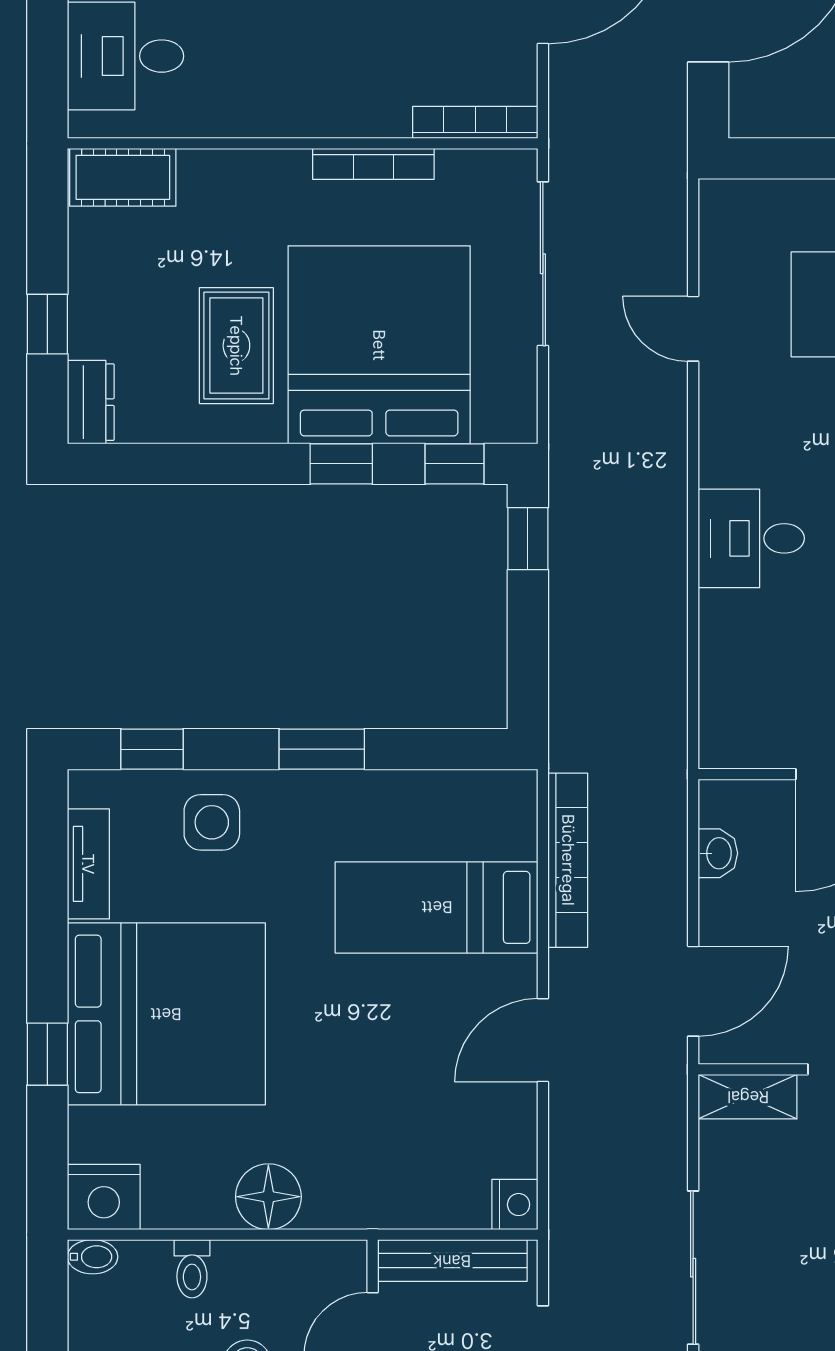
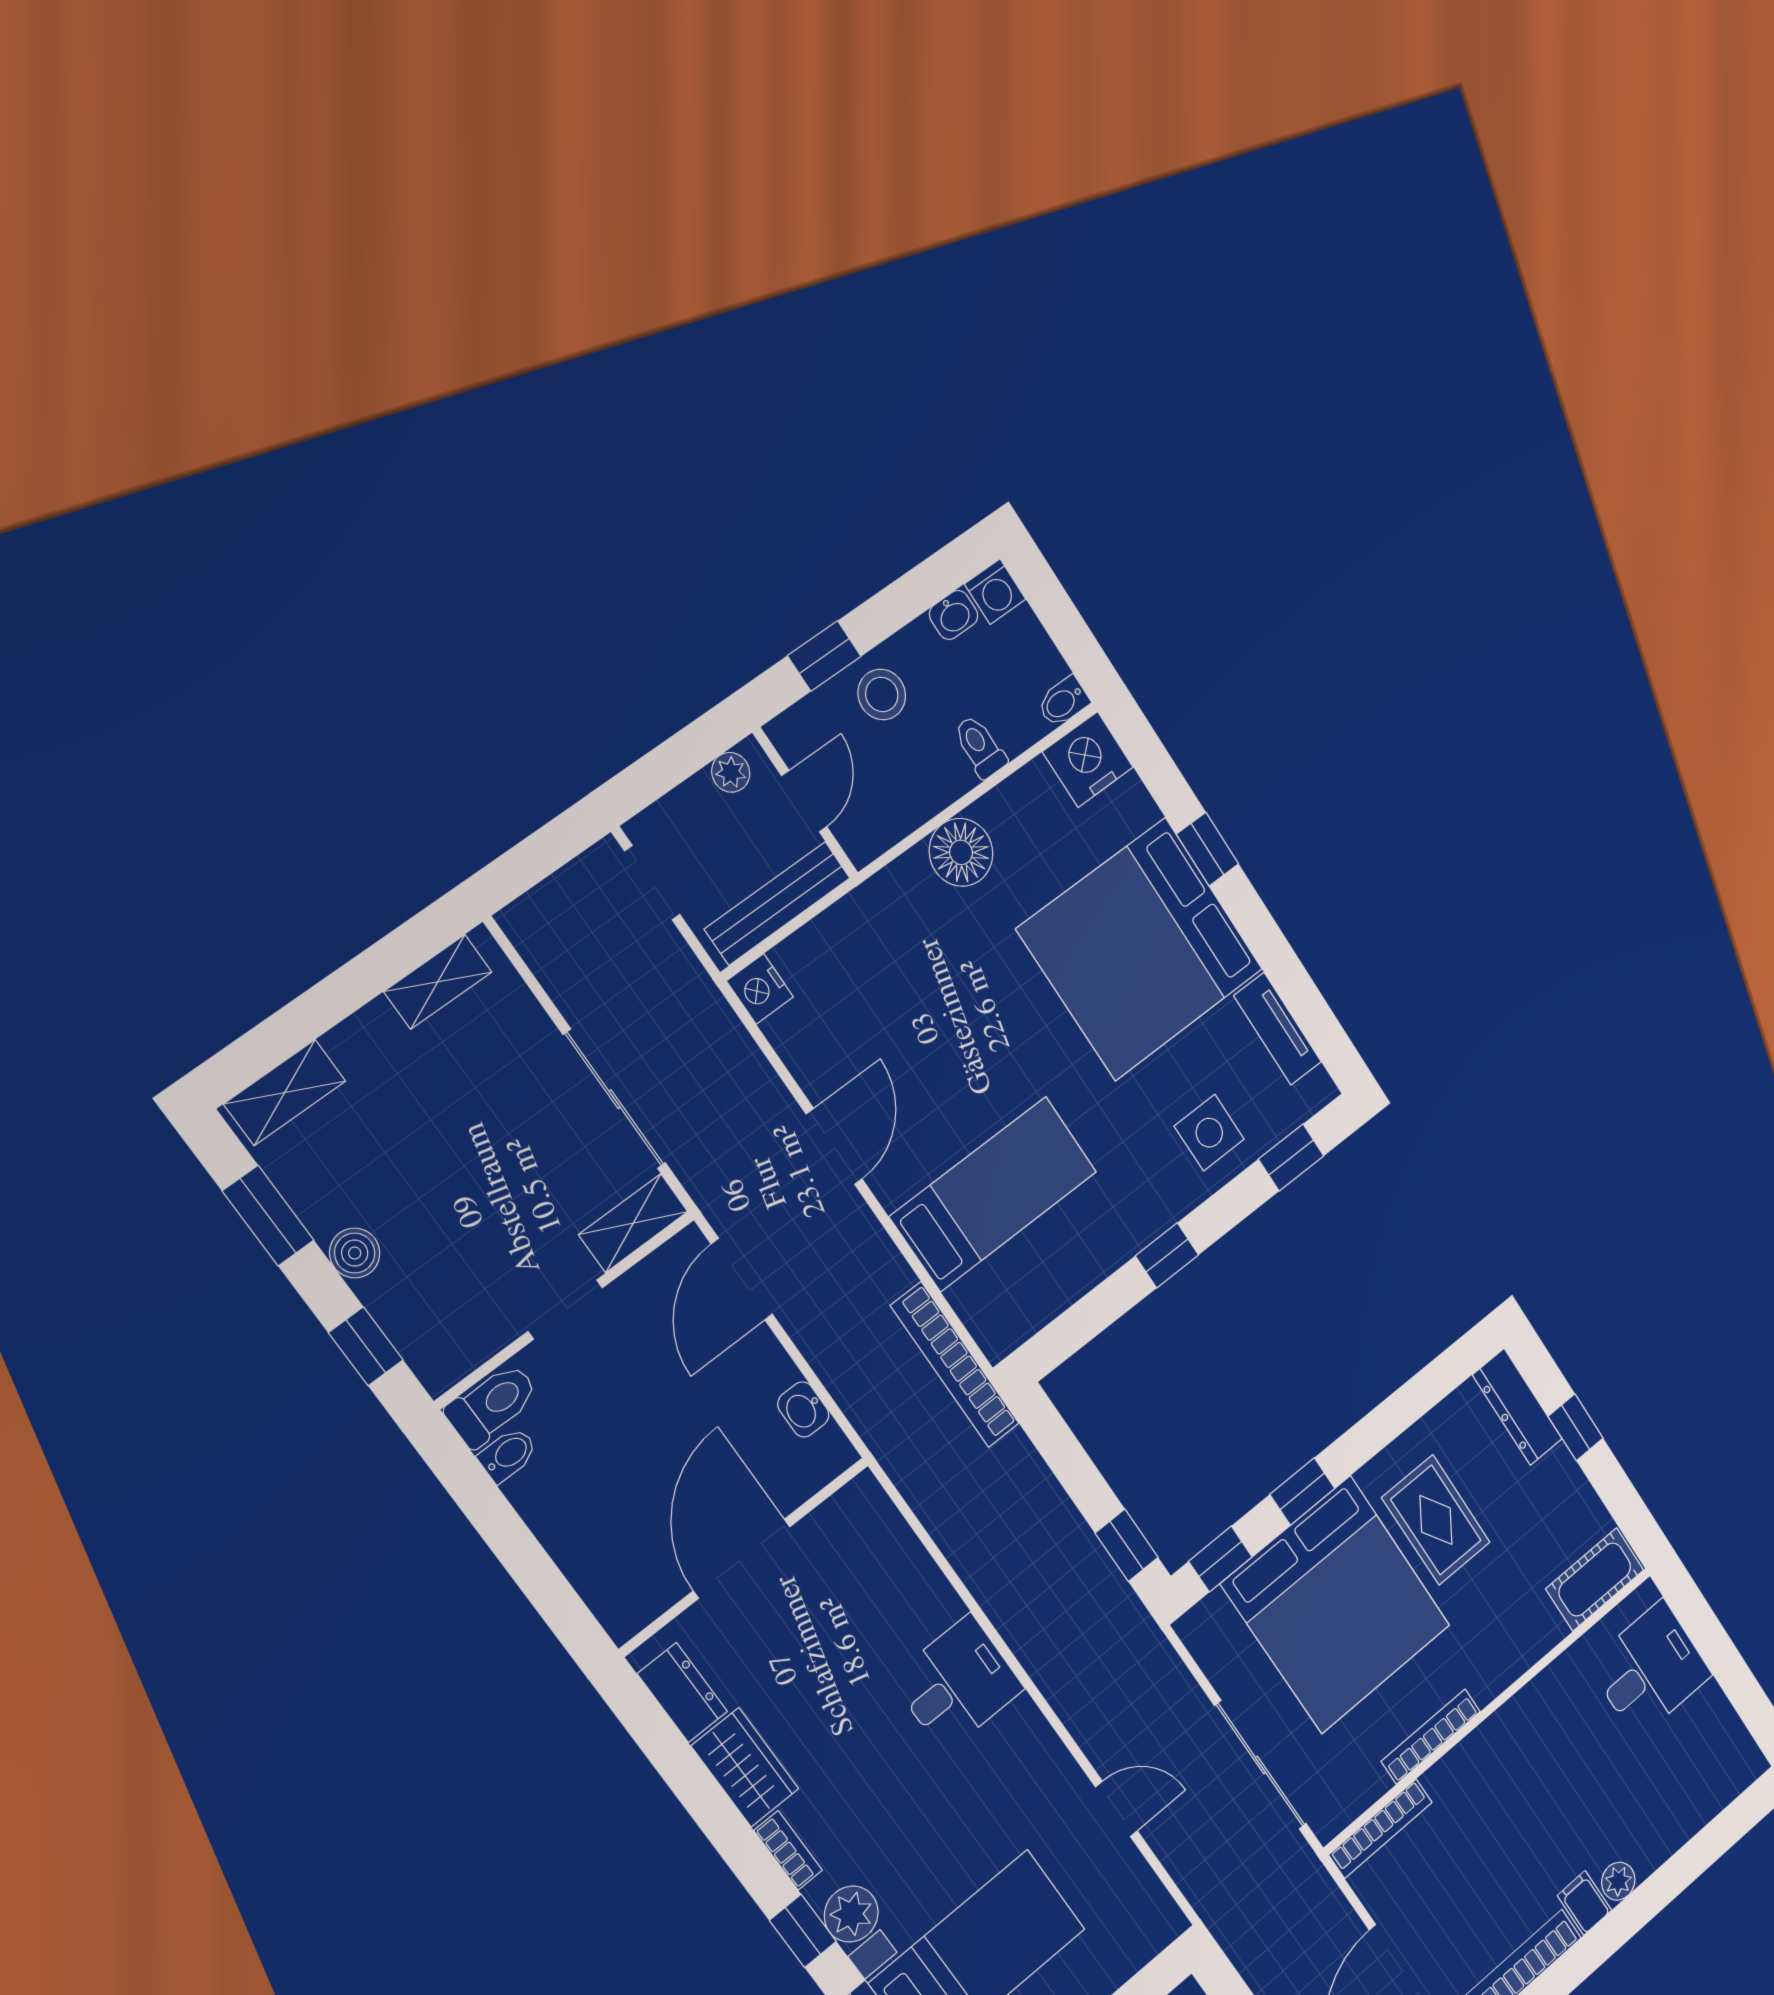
dresser: (91, 402) -> (1517, 1407), width x1.44
window: (322, 749) -> (1167, 1255), width x0.67
bookcase: (568, 860) -> (955, 1365), moved
sliding door: (693, 1268) -> (614, 1099), moved

